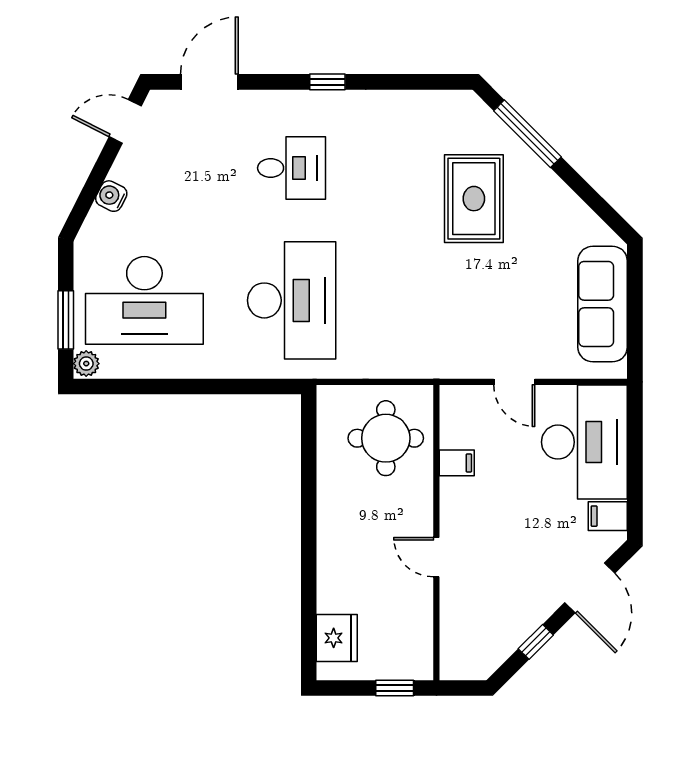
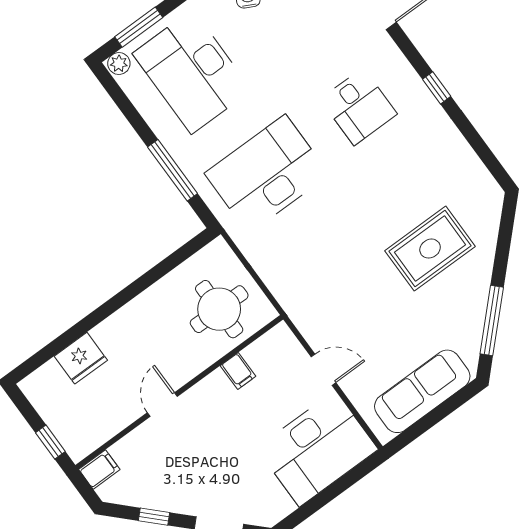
window: (527, 134) -> (492, 321), moved
desk: (292, 300) -> (267, 174), turned 180
door: (514, 382) -> (323, 370), swing flipped
window: (223, 386) -> (173, 170), added
filing cabinet: (608, 516) -> (99, 469), moved, turned 90
fridge: (337, 638) -> (81, 358), moved

